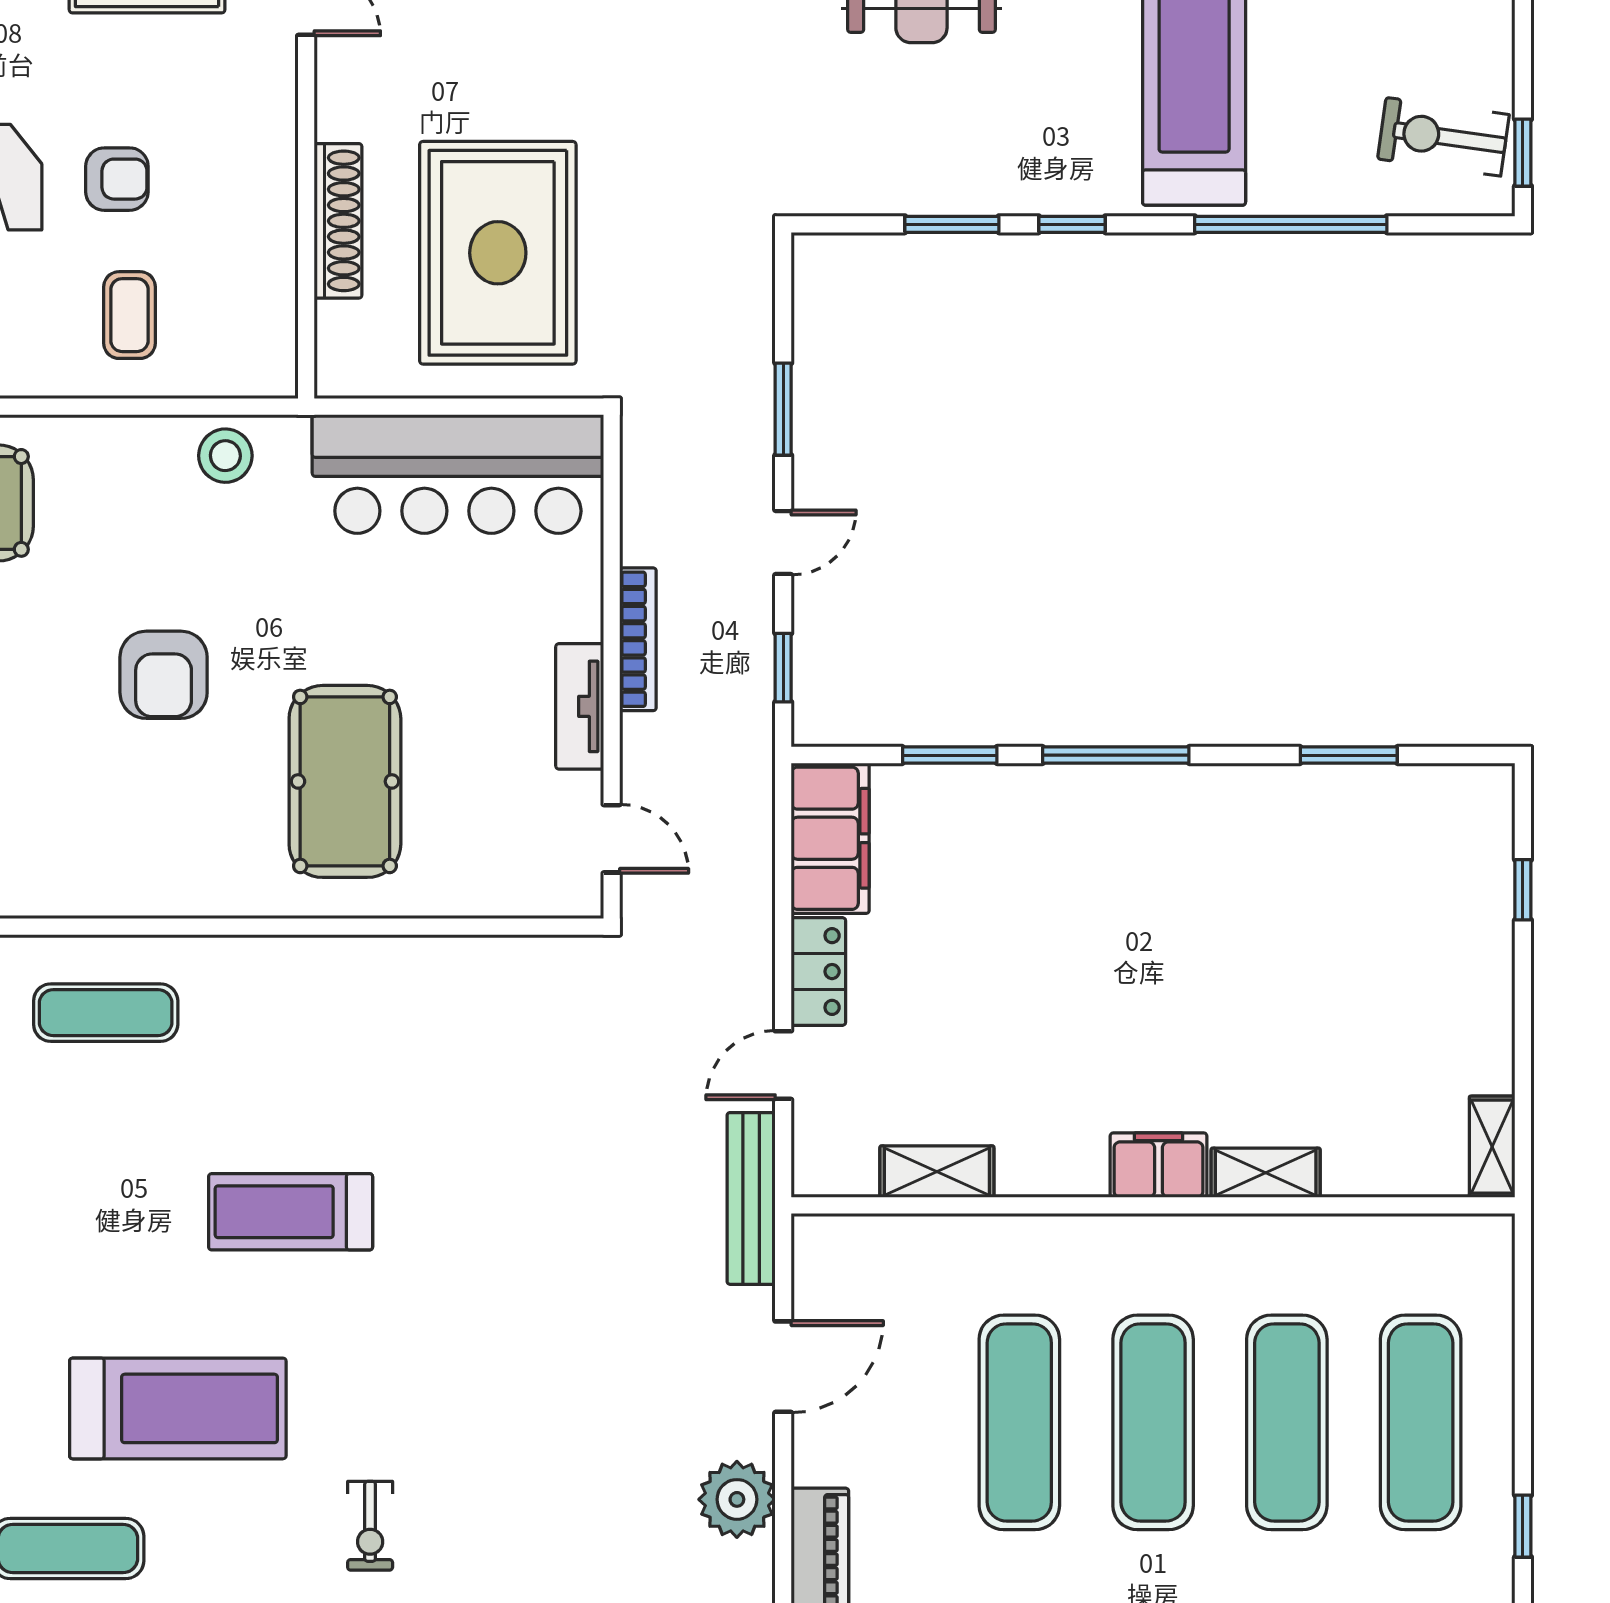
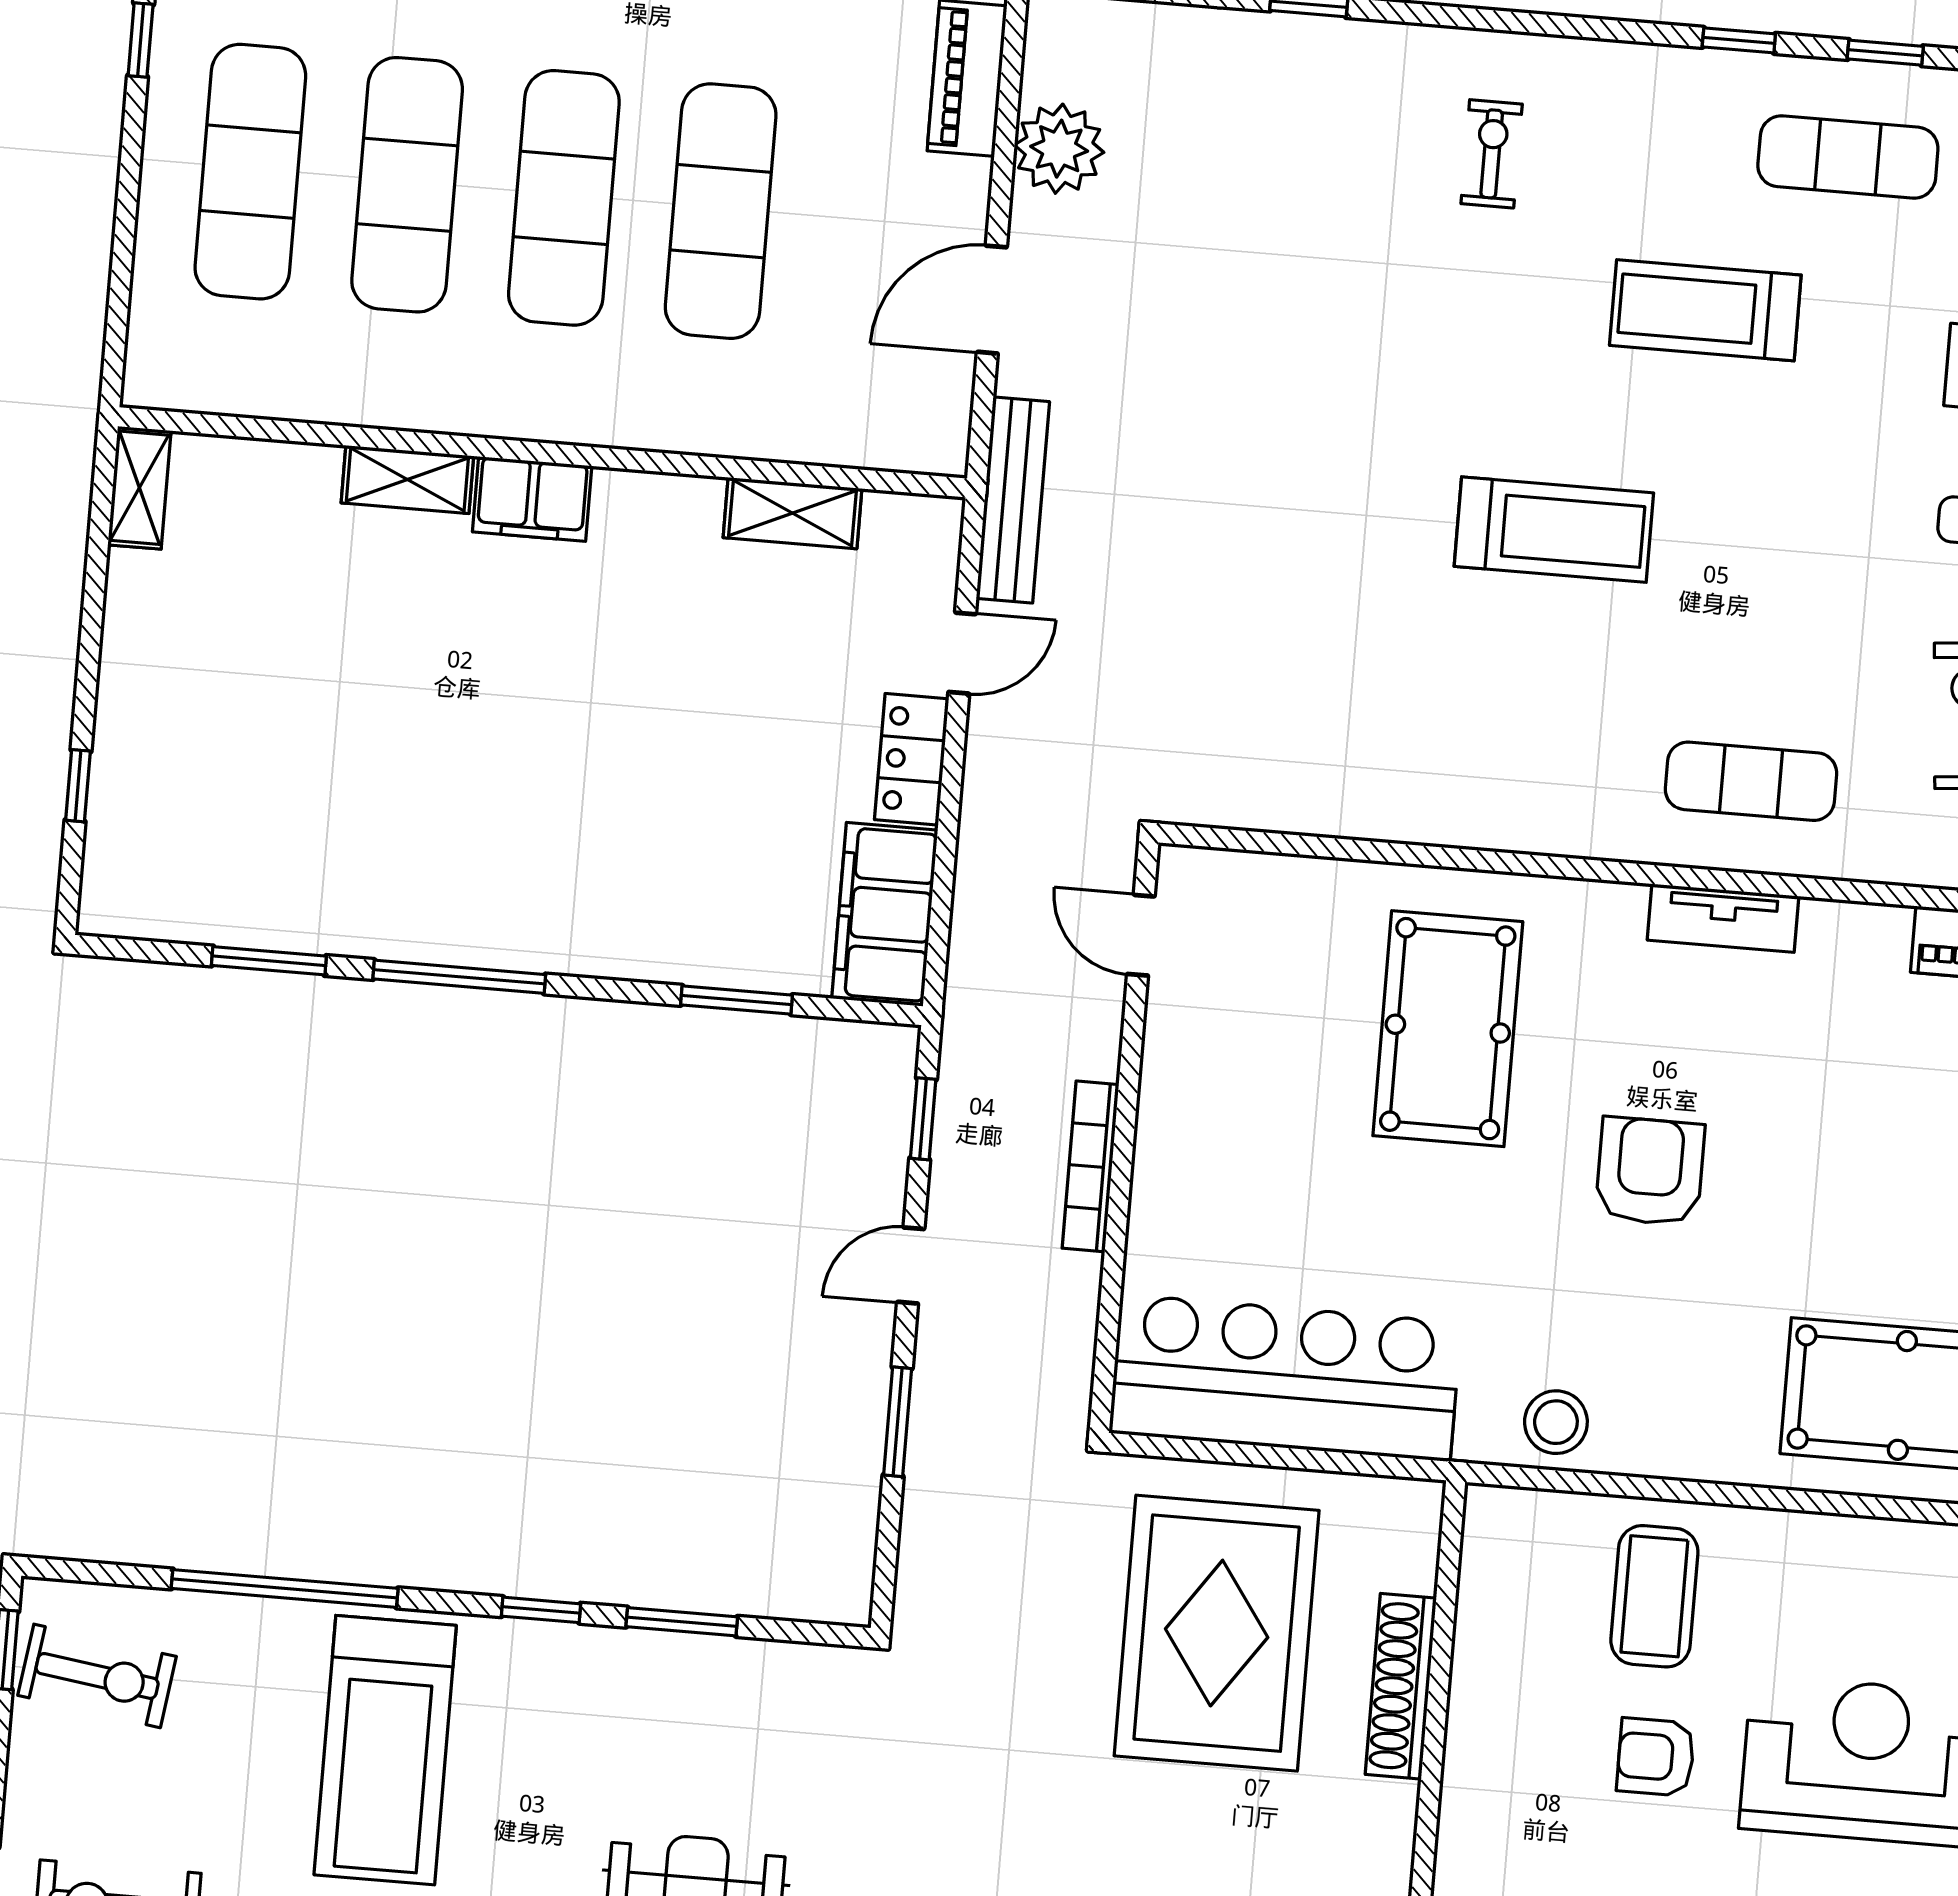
coffee table: (130, 315) -> (1654, 1596), width x1.36, depth x1.30
tv unit: (580, 706) -> (1723, 918), moved, turned 90
window: (1116, 755) -> (459, 977), moved
treadmill: (178, 1408) -> (1705, 310), width x0.73, depth x0.73

